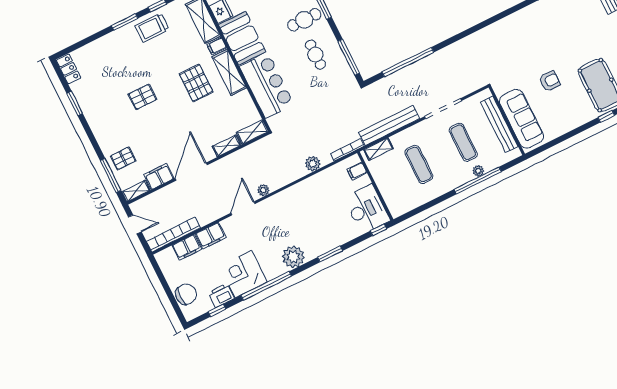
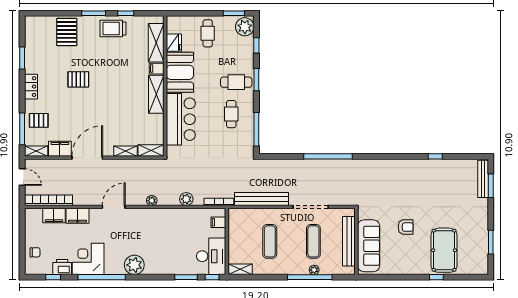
window: (408, 62) -> (328, 156), moved
locker: (69, 69) -> (31, 87), moved
pallet: (196, 83) -> (67, 32), moved
shelving: (378, 149) -> (240, 269), moved
plant: (263, 190) -> (152, 201), moved
window: (330, 254) -> (186, 277), moved
chair: (186, 294) -> (35, 252), width x0.54, depth x0.54

